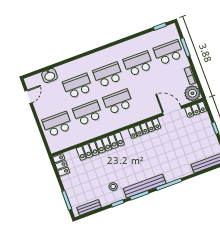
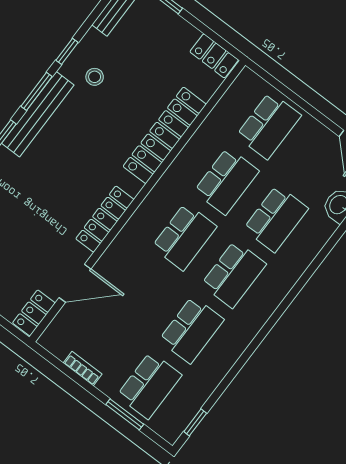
plant: (192, 93) -> (58, 339), removed

